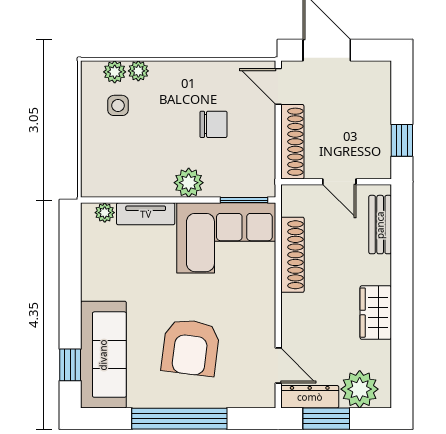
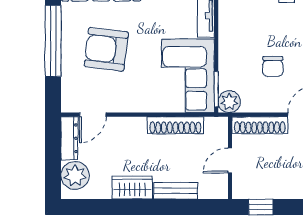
plant: (189, 183) -> (229, 102), moved
bench: (380, 225) -> (176, 191), moved
window: (326, 419) -> (53, 151), removed

